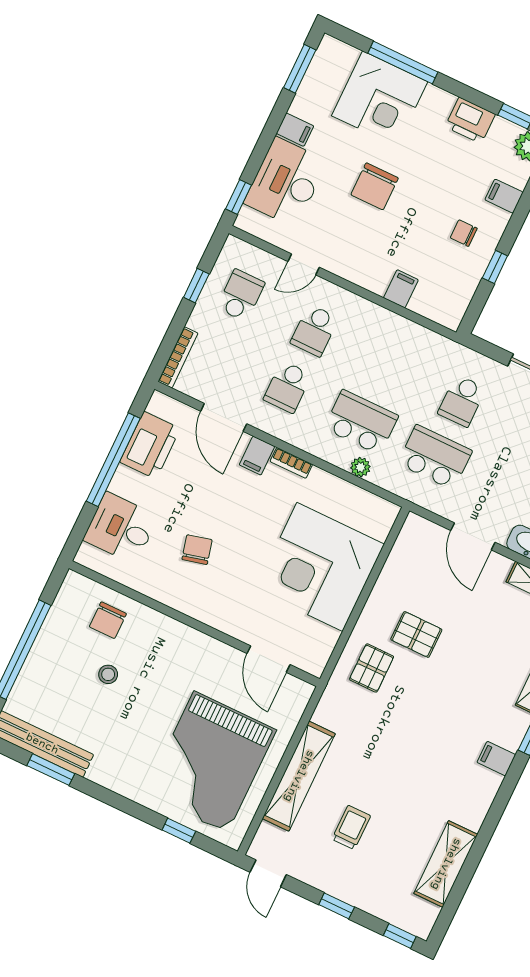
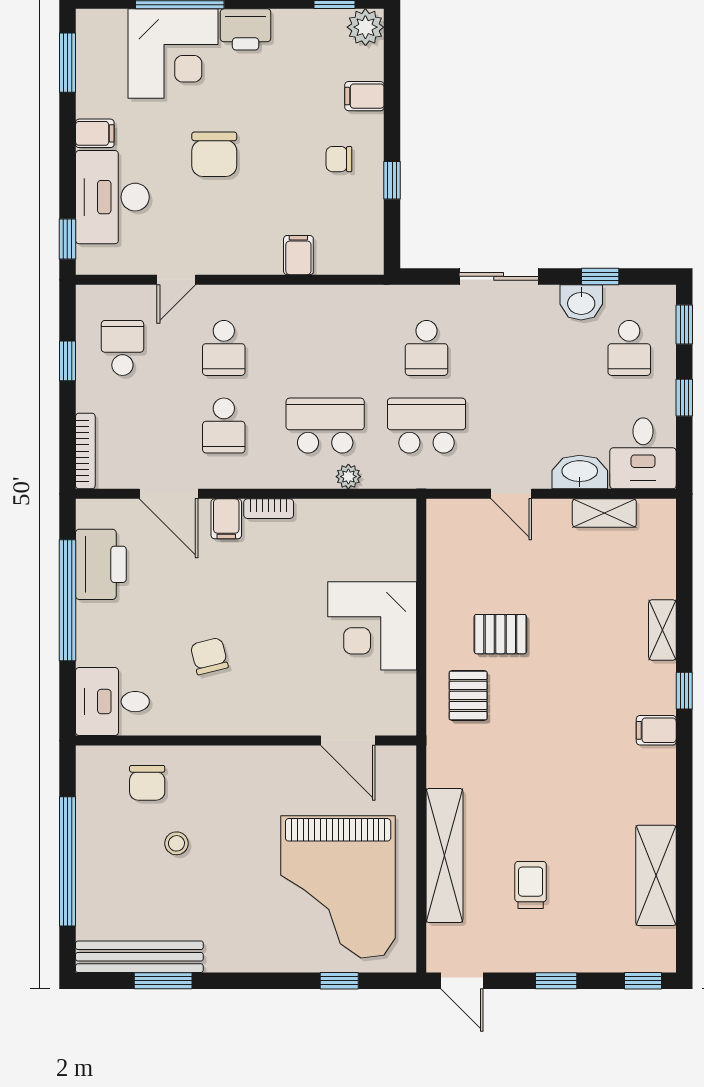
printer: (470, 120) -> (246, 29), moved
desk: (121, 528) -> (112, 702), moved
door: (473, 536) -> (511, 494), width x0.73
corner desk: (320, 567) -> (372, 626), width x0.74, depth x0.74

